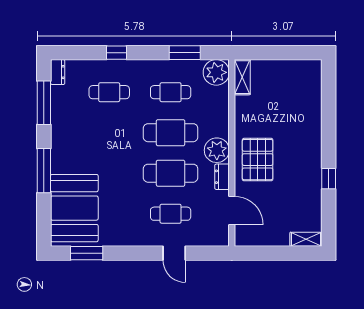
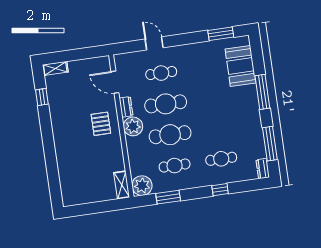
pallet: (258, 160) -> (101, 124), width x0.67, depth x0.71
window: (329, 179) -> (42, 97), moved
booth: (74, 208) -> (240, 66), width x0.73, depth x0.70

